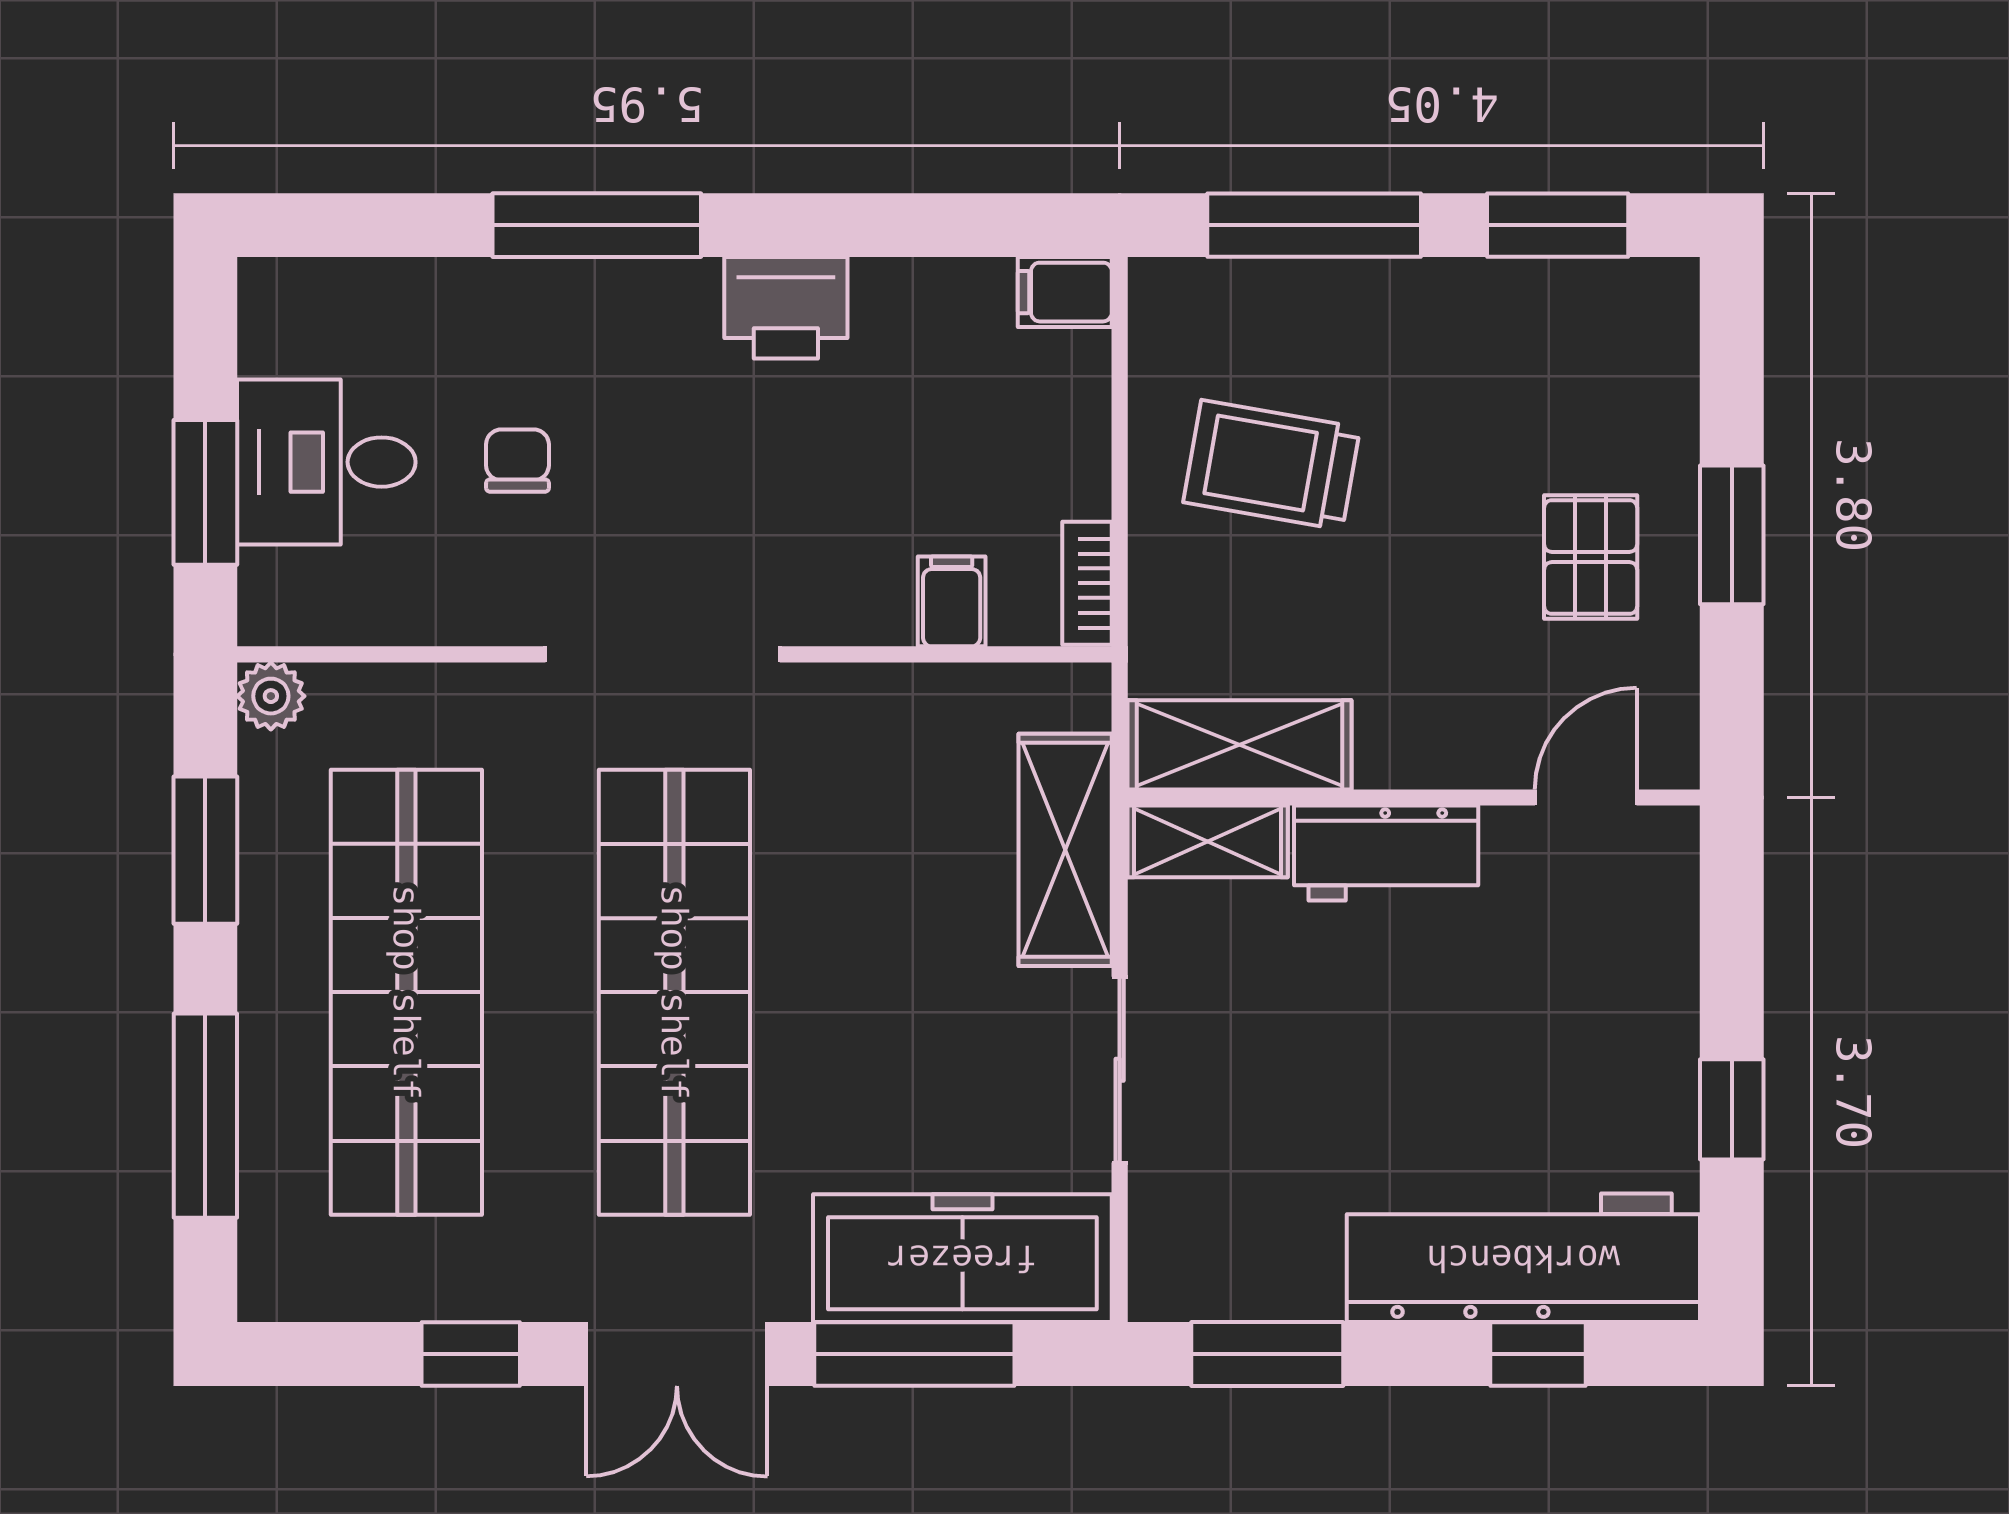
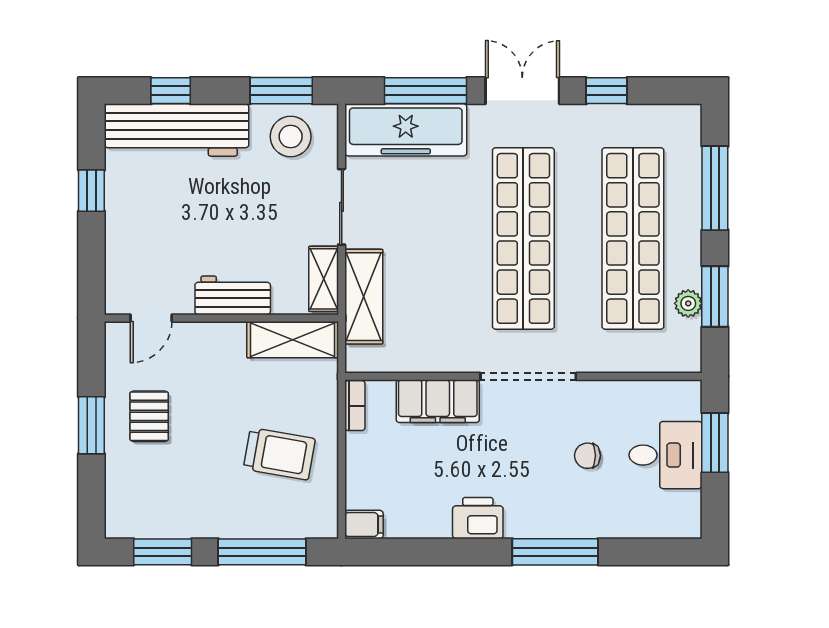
chair: (517, 461) -> (587, 456), turned 90
filing cabinet: (952, 601) -> (438, 401), width x3.00, depth x1.17
plant: (271, 696) -> (688, 303), moved
shelving: (1208, 841) -> (324, 279), moved, turned 90
stool: (1244, 1242) -> (291, 137), added

